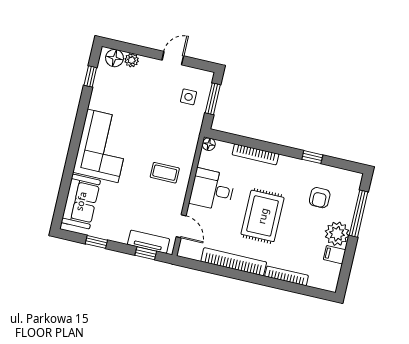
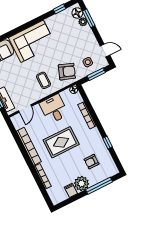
window: (133, 49) -> (89, 18), added
door: (173, 58) -> (105, 50), moved
armchair: (178, 134) -> (67, 72), added

